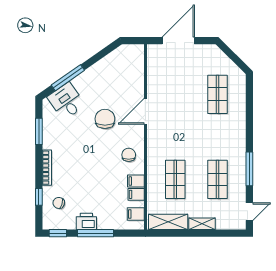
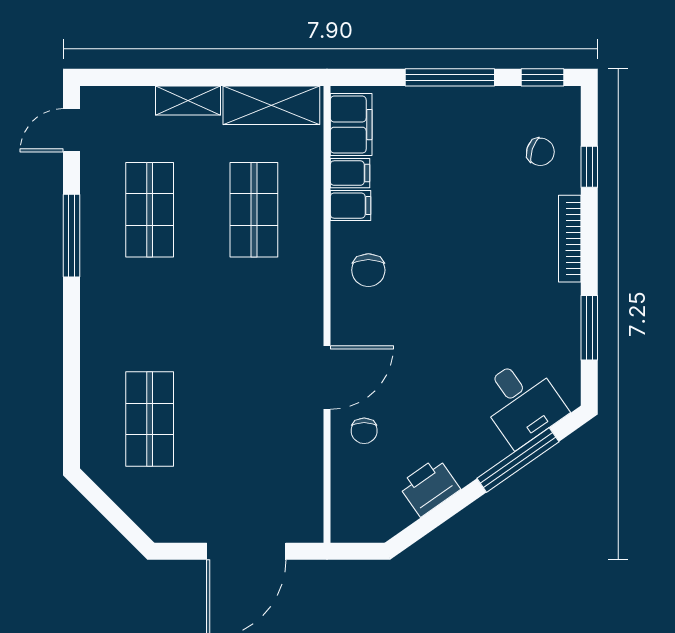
chair: (105, 119) -> (364, 431), moved, width x0.54, depth x0.54
filing cabinet: (136, 214) -> (351, 125), width x2.00
printer: (86, 221) -> (429, 487), moved, turned 145

